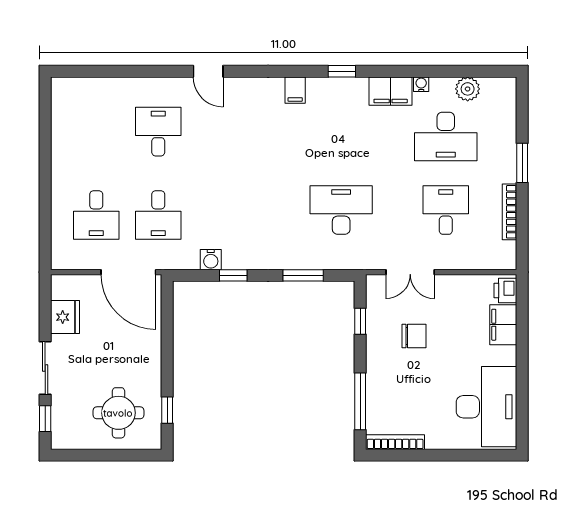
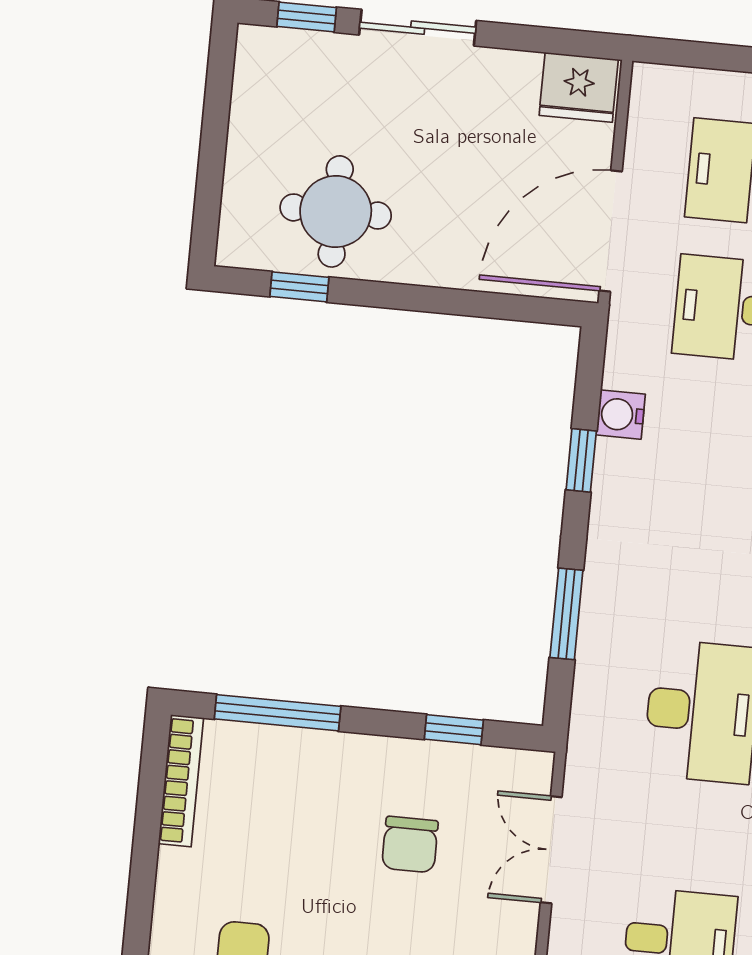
fridge: (65, 317) -> (579, 87), moved
round table: (118, 413) -> (336, 211), moved

